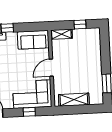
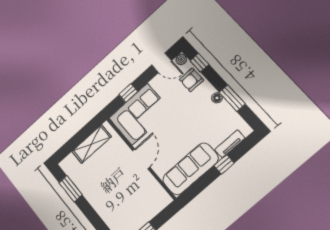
shelving: (61, 34) -> (158, 205), removed
sofa: (33, 40) -> (190, 169), width x1.36

